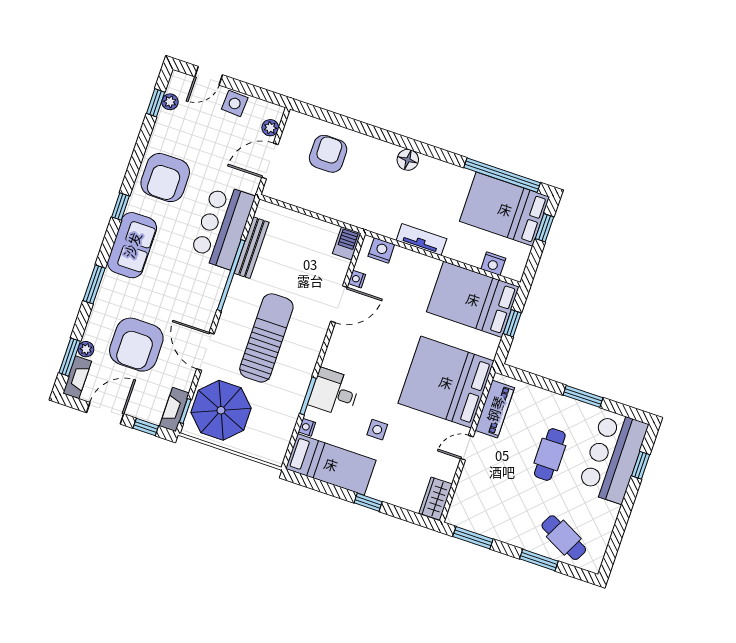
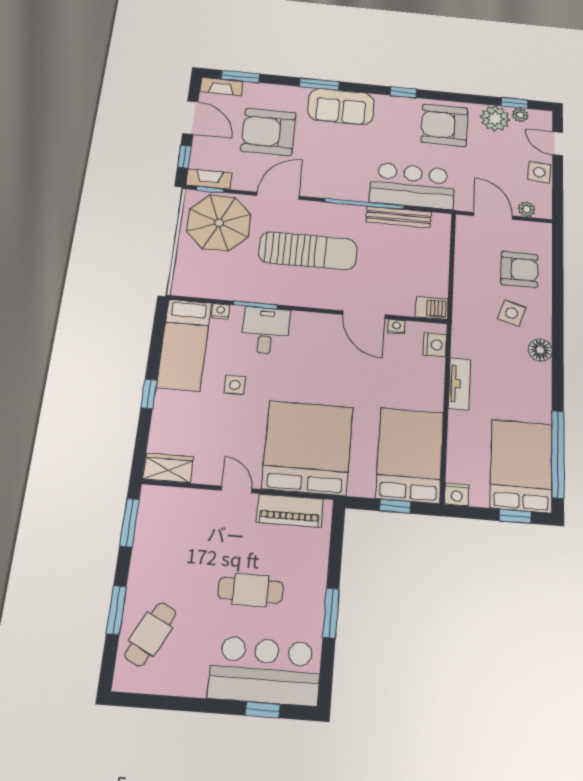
side table: (368, 174) -> (512, 313), added
sofa: (132, 245) -> (341, 107), moved
nightstand: (493, 264) -> (457, 494), moved, turned -90
plant: (86, 349) -> (495, 118), moved, width x1.88, depth x1.88

